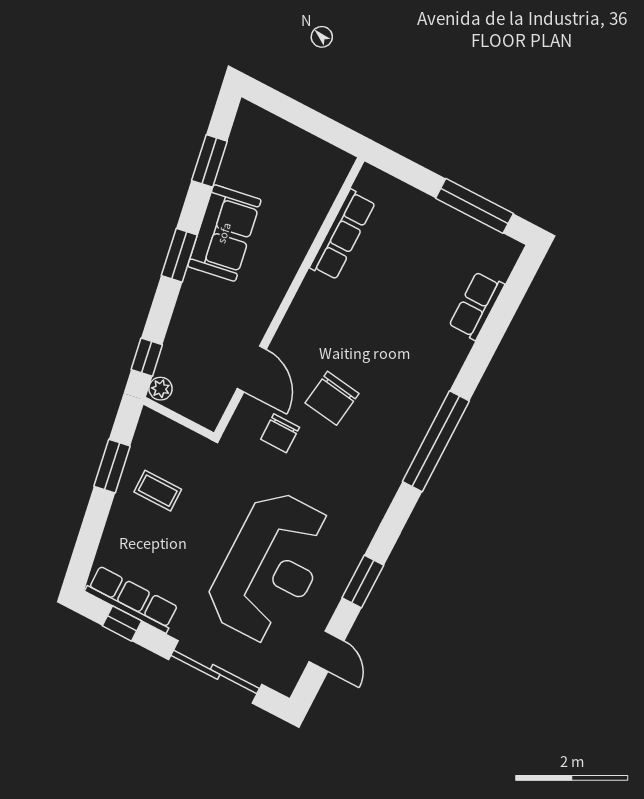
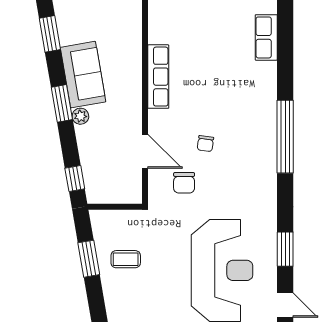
row of seats: (343, 235) -> (158, 77), moved
plant: (161, 389) -> (80, 116), moved
chair: (332, 398) -> (205, 144), width x0.54, depth x0.54

